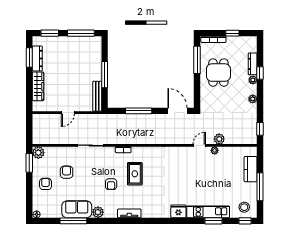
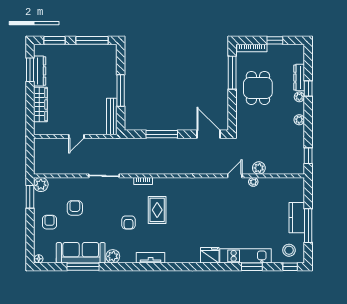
kitchen counter: (251, 169) -> (297, 218), moved
sofa: (77, 209) -> (81, 253), width x1.36

